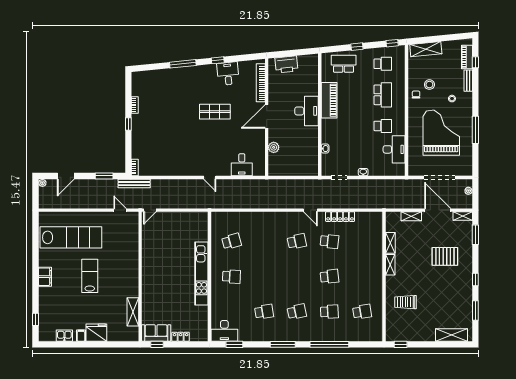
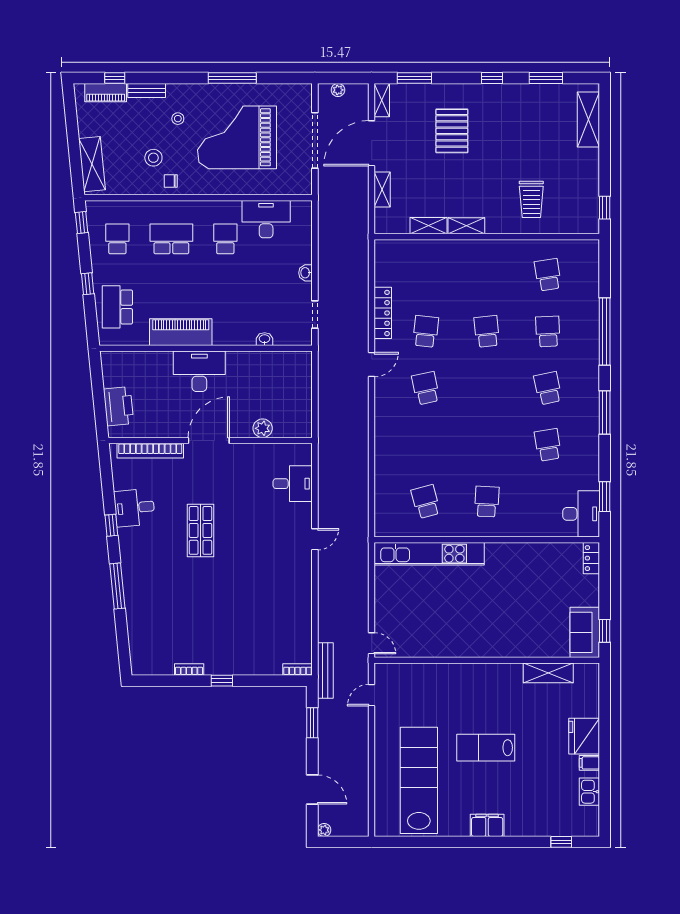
door: (267, 116) -> (209, 440), swing flipped
kitchen unit: (201, 273) -> (429, 554), moved
locker: (181, 337) -> (591, 558), moved

